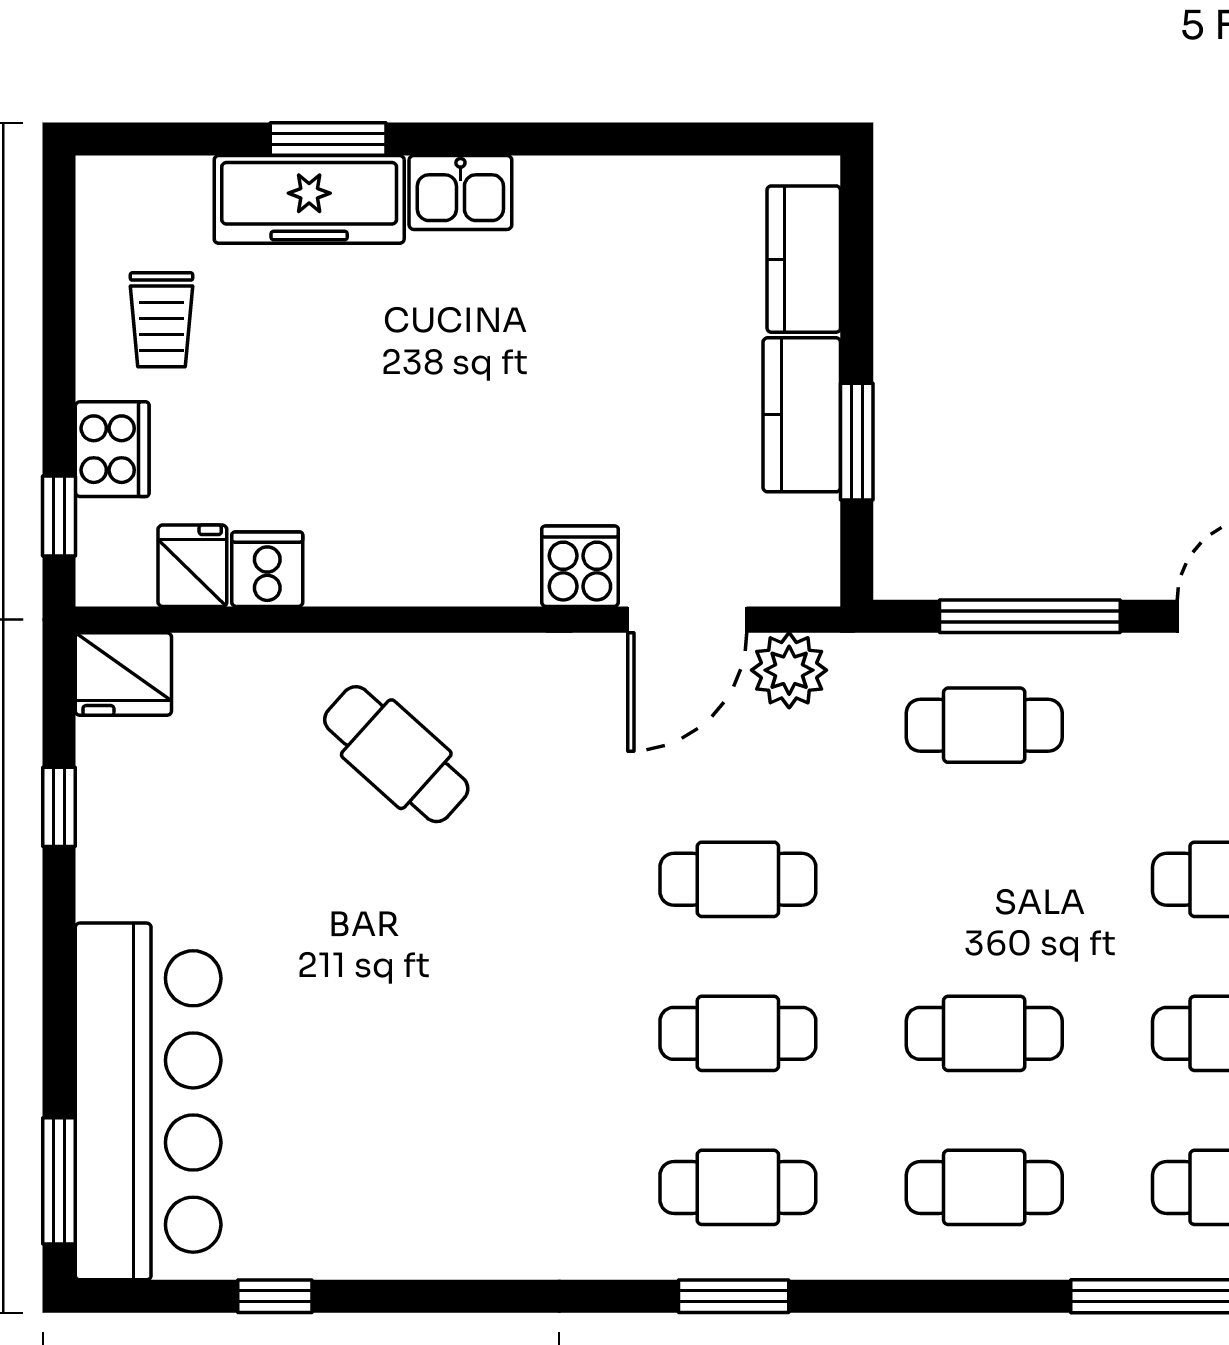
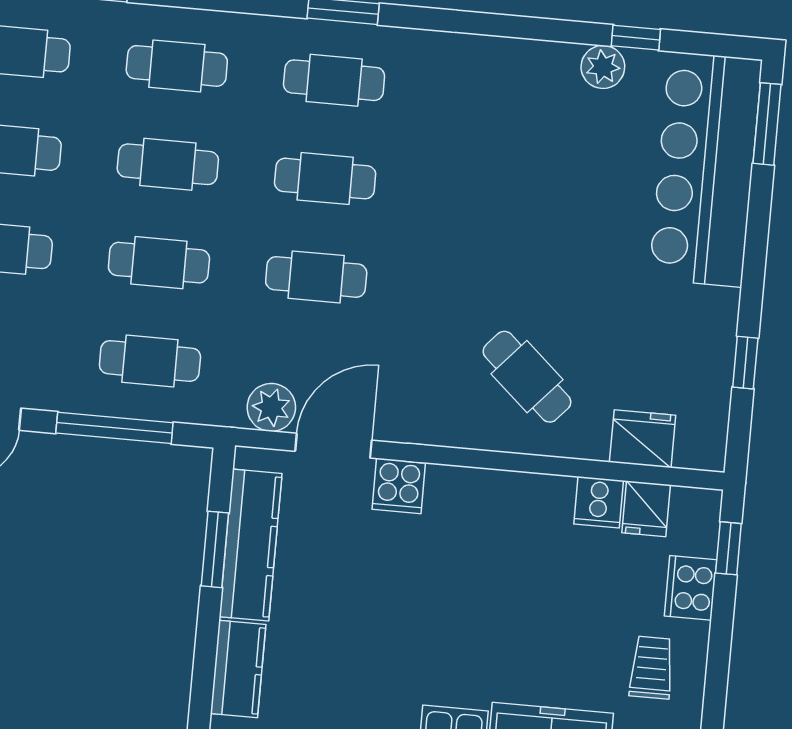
kitchen counter: (802, 415) -> (251, 545), width x1.50
fridge: (123, 674) -> (643, 439), moved
cafe table: (984, 879) -> (159, 263), added
plant: (322, 1246) -> (603, 67), added

